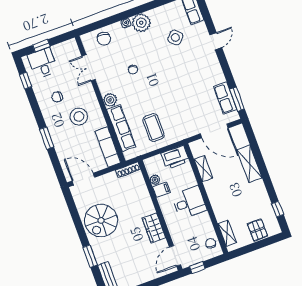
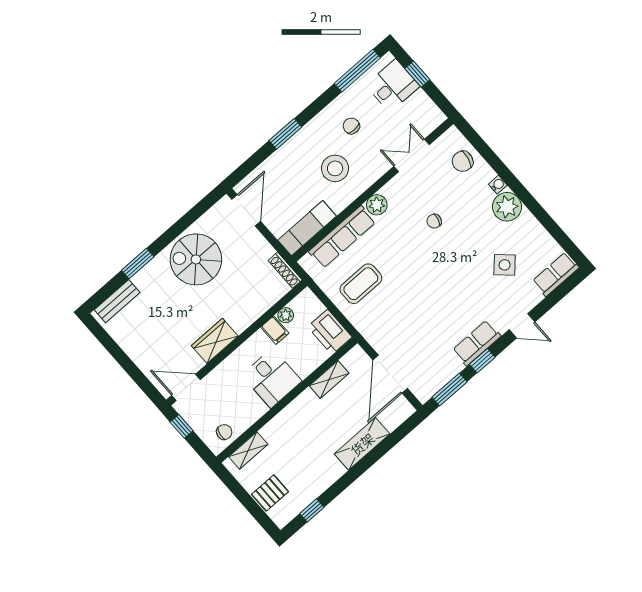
window: (227, 73) -> (482, 361), added
window: (26, 81) -> (357, 71), width x2.17
row of seats: (225, 98) -> (477, 343), moved

